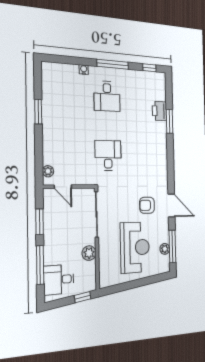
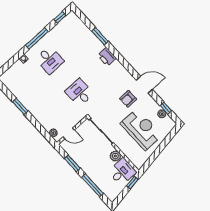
printer: (160, 111) -> (107, 57), moved
window: (172, 246) -> (166, 108), width x0.46
desk: (59, 280) -> (122, 172), moved, turned 180

